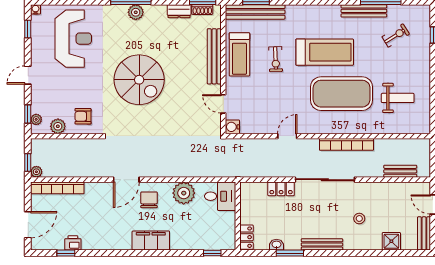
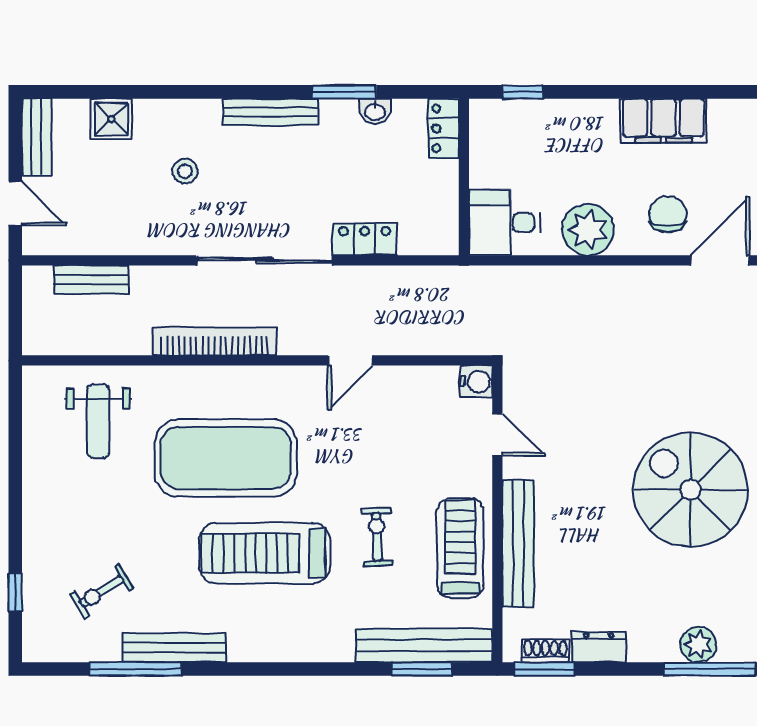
weight bench: (398, 98) -> (98, 421), moved, turned -90
chair: (149, 200) -> (668, 214), turned 180

